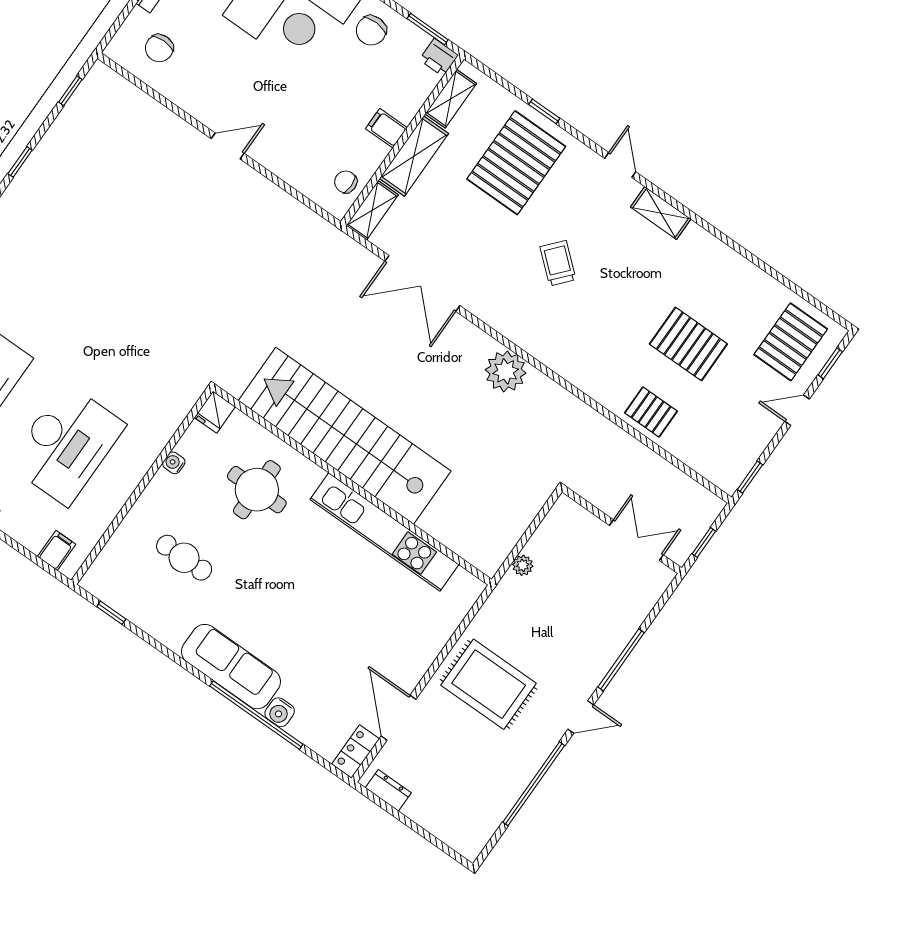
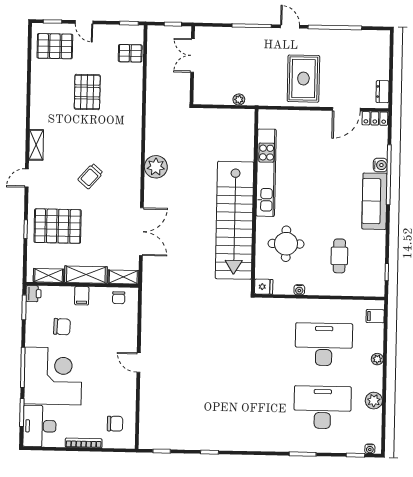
chair: (371, 30) -> (62, 327), moved
pallet: (651, 412) -> (130, 53), moved, turned 90

